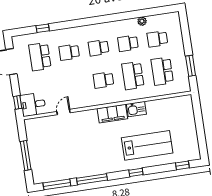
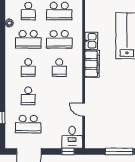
school desk: (128, 43) -> (28, 39), width x1.85

